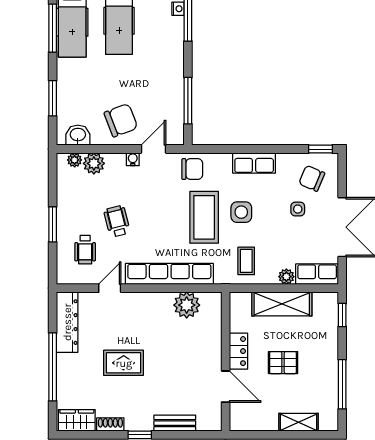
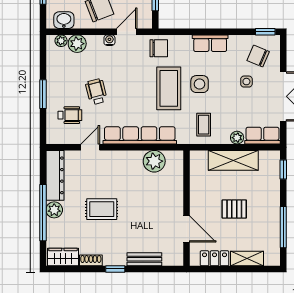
wheelchair: (85, 250) -> (70, 115), turned -90
locker: (238, 351) -> (215, 258), moved, turned -90
plant: (66, 364) -> (54, 210), added

